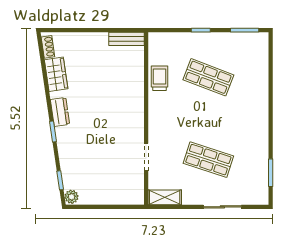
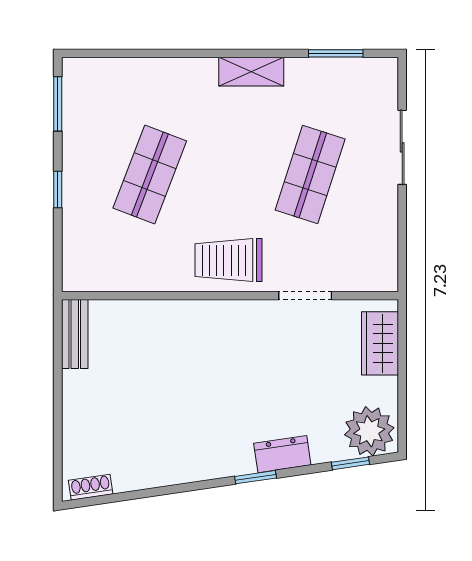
wardrobe: (56, 74) -> (380, 343), moved, turned -82
trolley: (160, 78) -> (229, 260), moved, width x1.36, depth x1.39
dresser: (60, 112) -> (282, 454), moved
plant: (71, 197) -> (369, 431), width x1.87, depth x1.87
shelving: (165, 197) -> (251, 72), moved, turned 90

